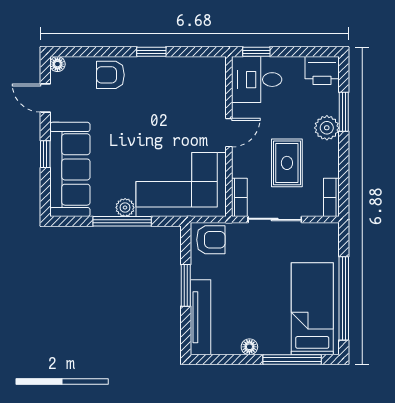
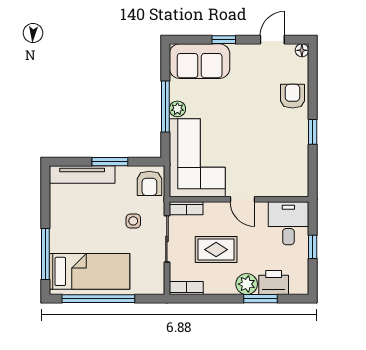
window: (256, 52) -> (313, 247), moved
printer: (322, 71) -> (274, 283), moved, turned 90
sofa: (70, 169) -> (200, 61), width x0.73
side table: (254, 258) -> (133, 221), added
floor lamp: (249, 347) -> (56, 217), removed

